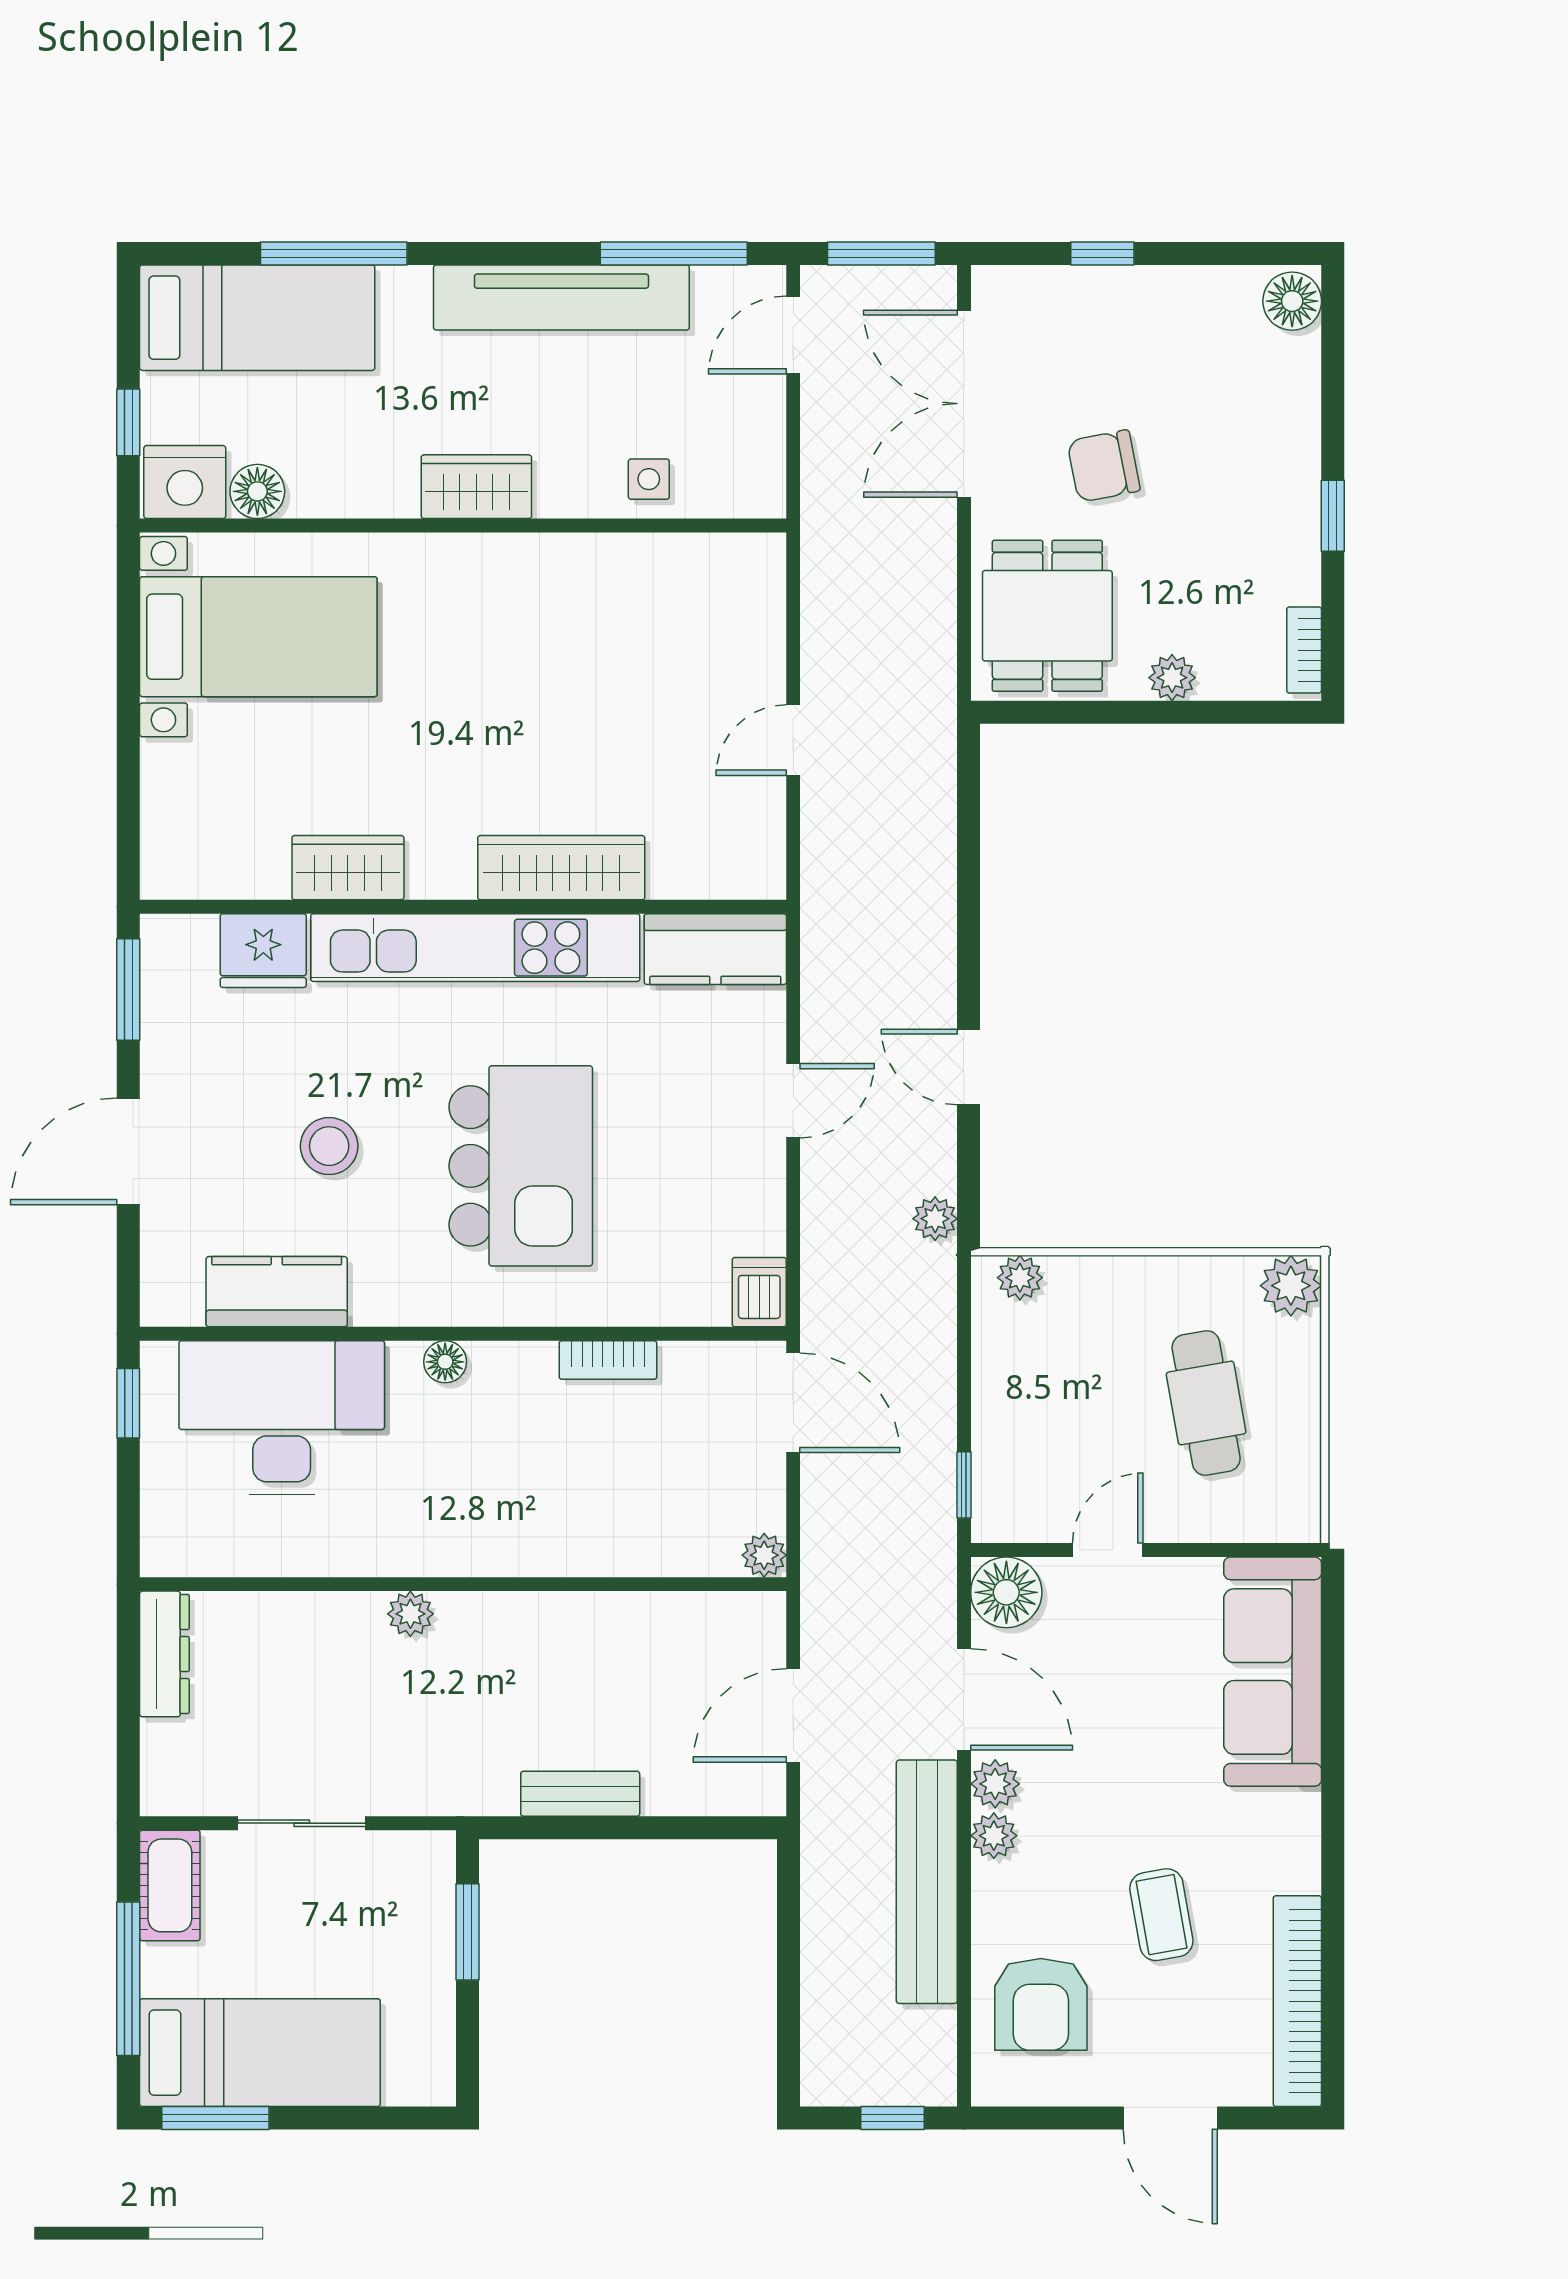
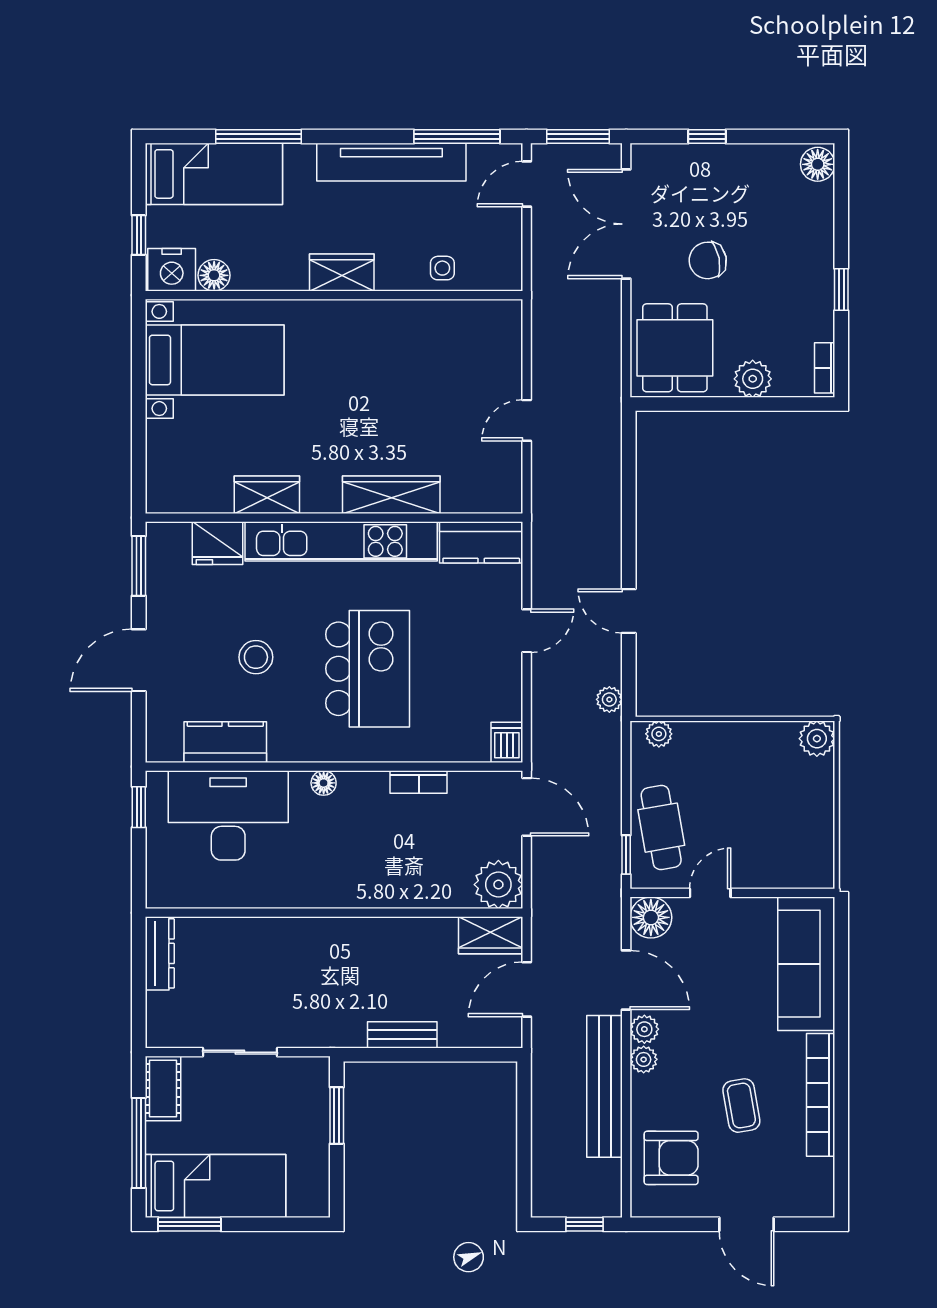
plant: (1172, 678) -> (753, 379), width x1.38, depth x1.38
cafe table: (1206, 1403) -> (661, 828), moved
plant: (764, 1555) -> (498, 885), width x1.88, depth x1.88
plant: (410, 1614) -> (303, 930), removed
wardrobe: (731, 1623) -> (491, 935), added
bookcase: (1297, 2001) -> (821, 1095), moved
armchair: (1041, 2004) -> (671, 1158), turned -90

